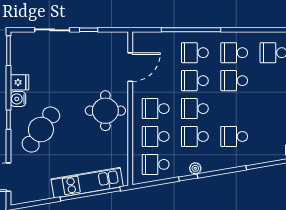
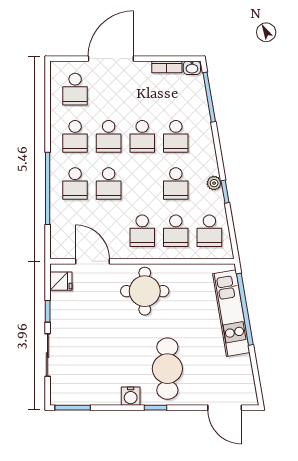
fridge: (20, 82) -> (61, 281), moved, turned 90
school desk: (195, 109) -> (142, 136), moved
cafe table: (41, 130) -> (167, 369), turned 55

